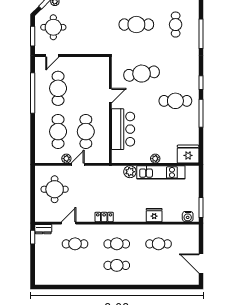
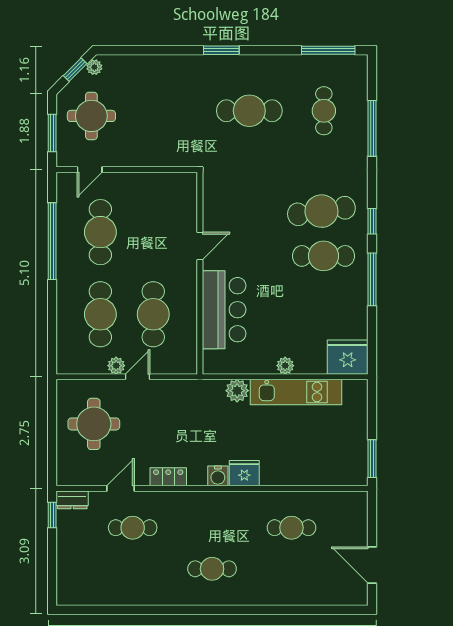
cafe table: (142, 74) -> (321, 211), moved
fridge: (154, 215) -> (244, 473), moved
locker: (104, 217) -> (168, 477), moved
water cooler: (188, 217) -> (218, 476), moved
cafe table: (117, 244) -> (212, 528), removed

